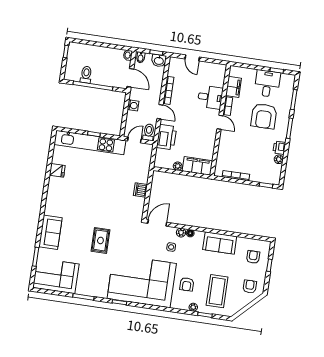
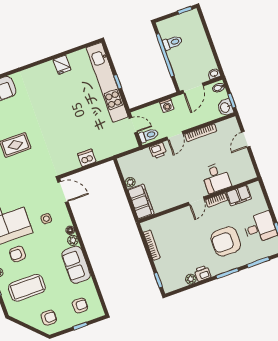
printer: (167, 137) -> (158, 151), width x0.53, depth x0.68
plant: (181, 233) -> (73, 240), moved

